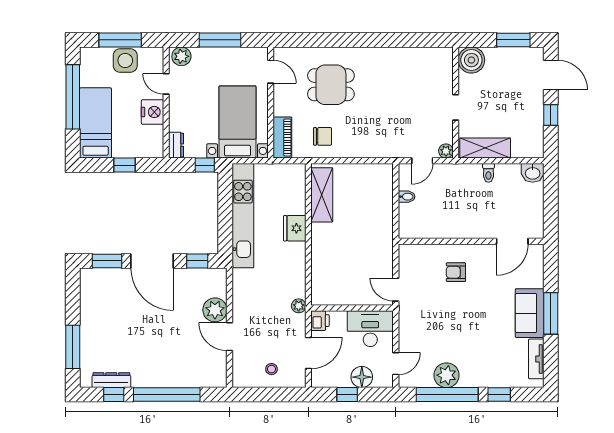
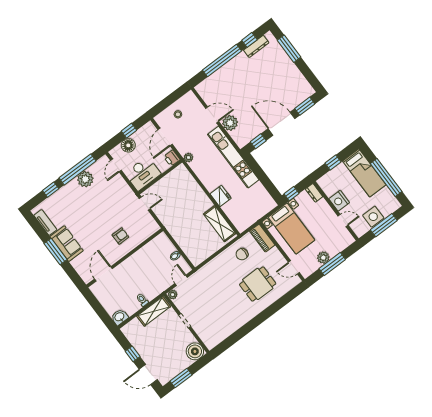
plant: (181, 56) -> (323, 258), moved
kitchen unit: (243, 216) -> (233, 157), moved

